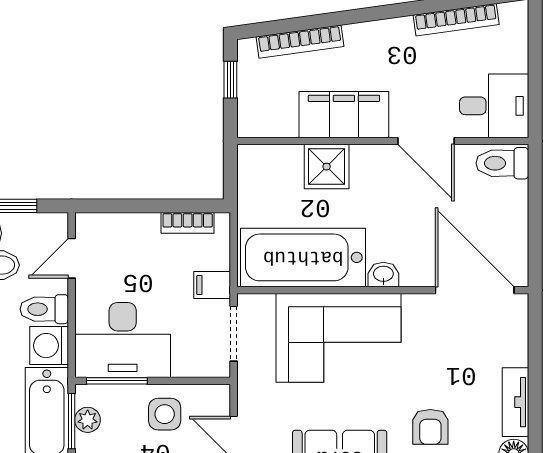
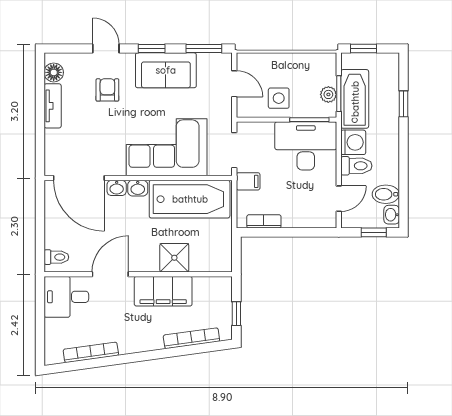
door: (426, 141) -> (110, 274), hinge flipped
toilet: (502, 163) -> (56, 257), width x0.73, depth x0.72
washbasin: (416, 275) -> (117, 188), added

